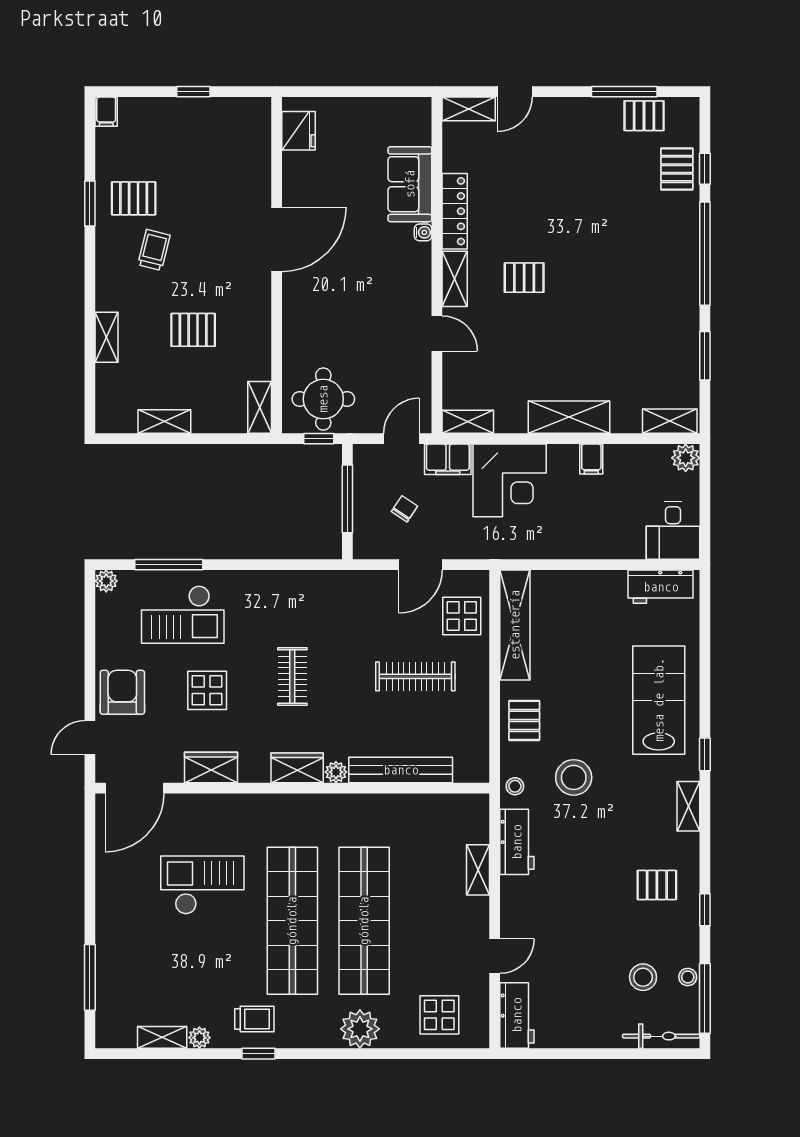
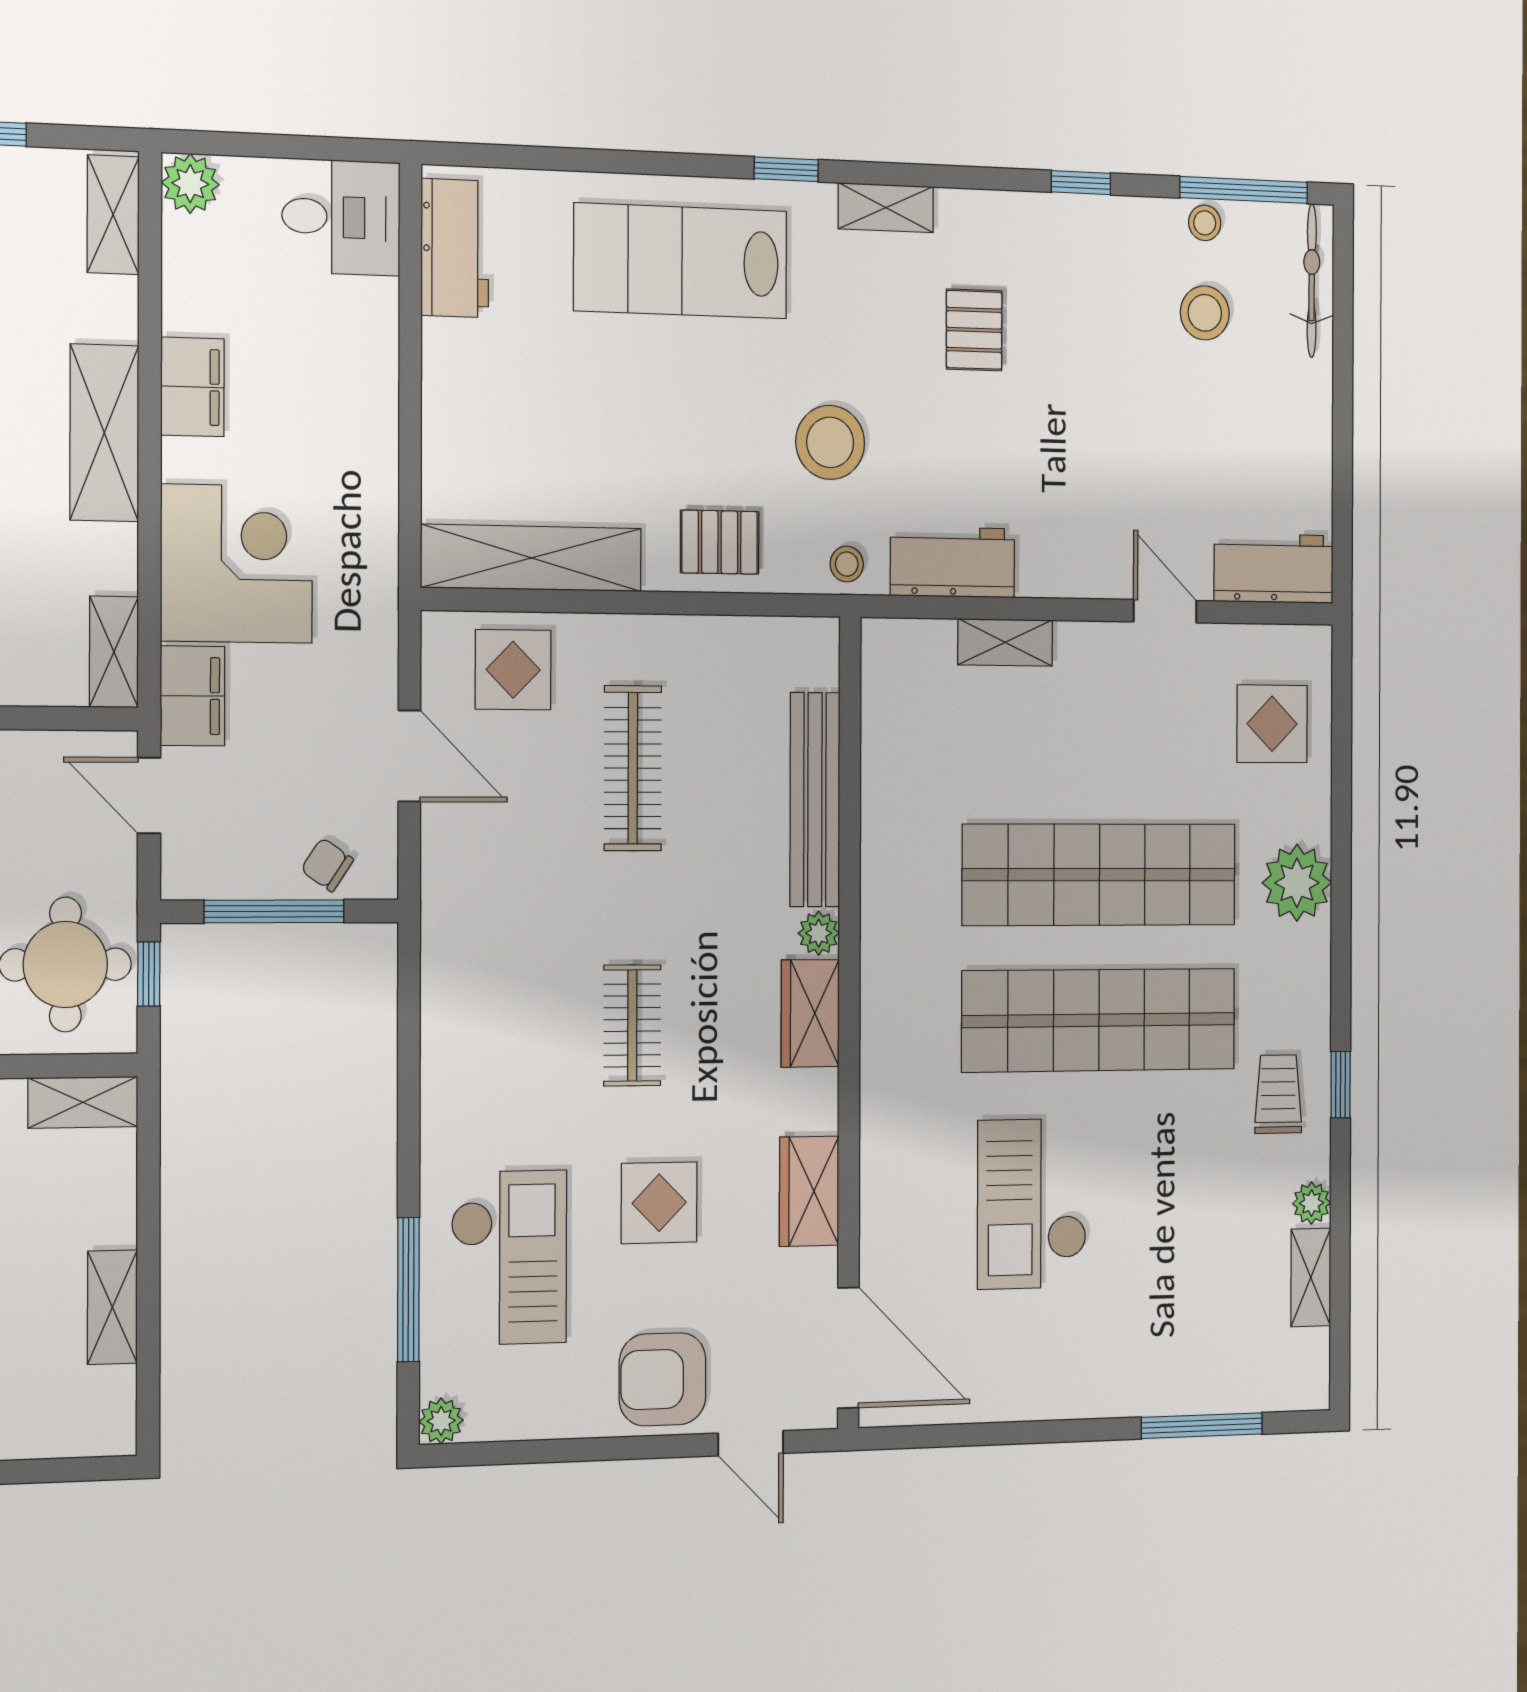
filing cabinet: (591, 459) -> (192, 387), width x2.00
chair: (404, 509) -> (327, 865), moved
clothes rail: (292, 676) -> (632, 1025), turned 90
pallet: (657, 885) -> (974, 330), moved

